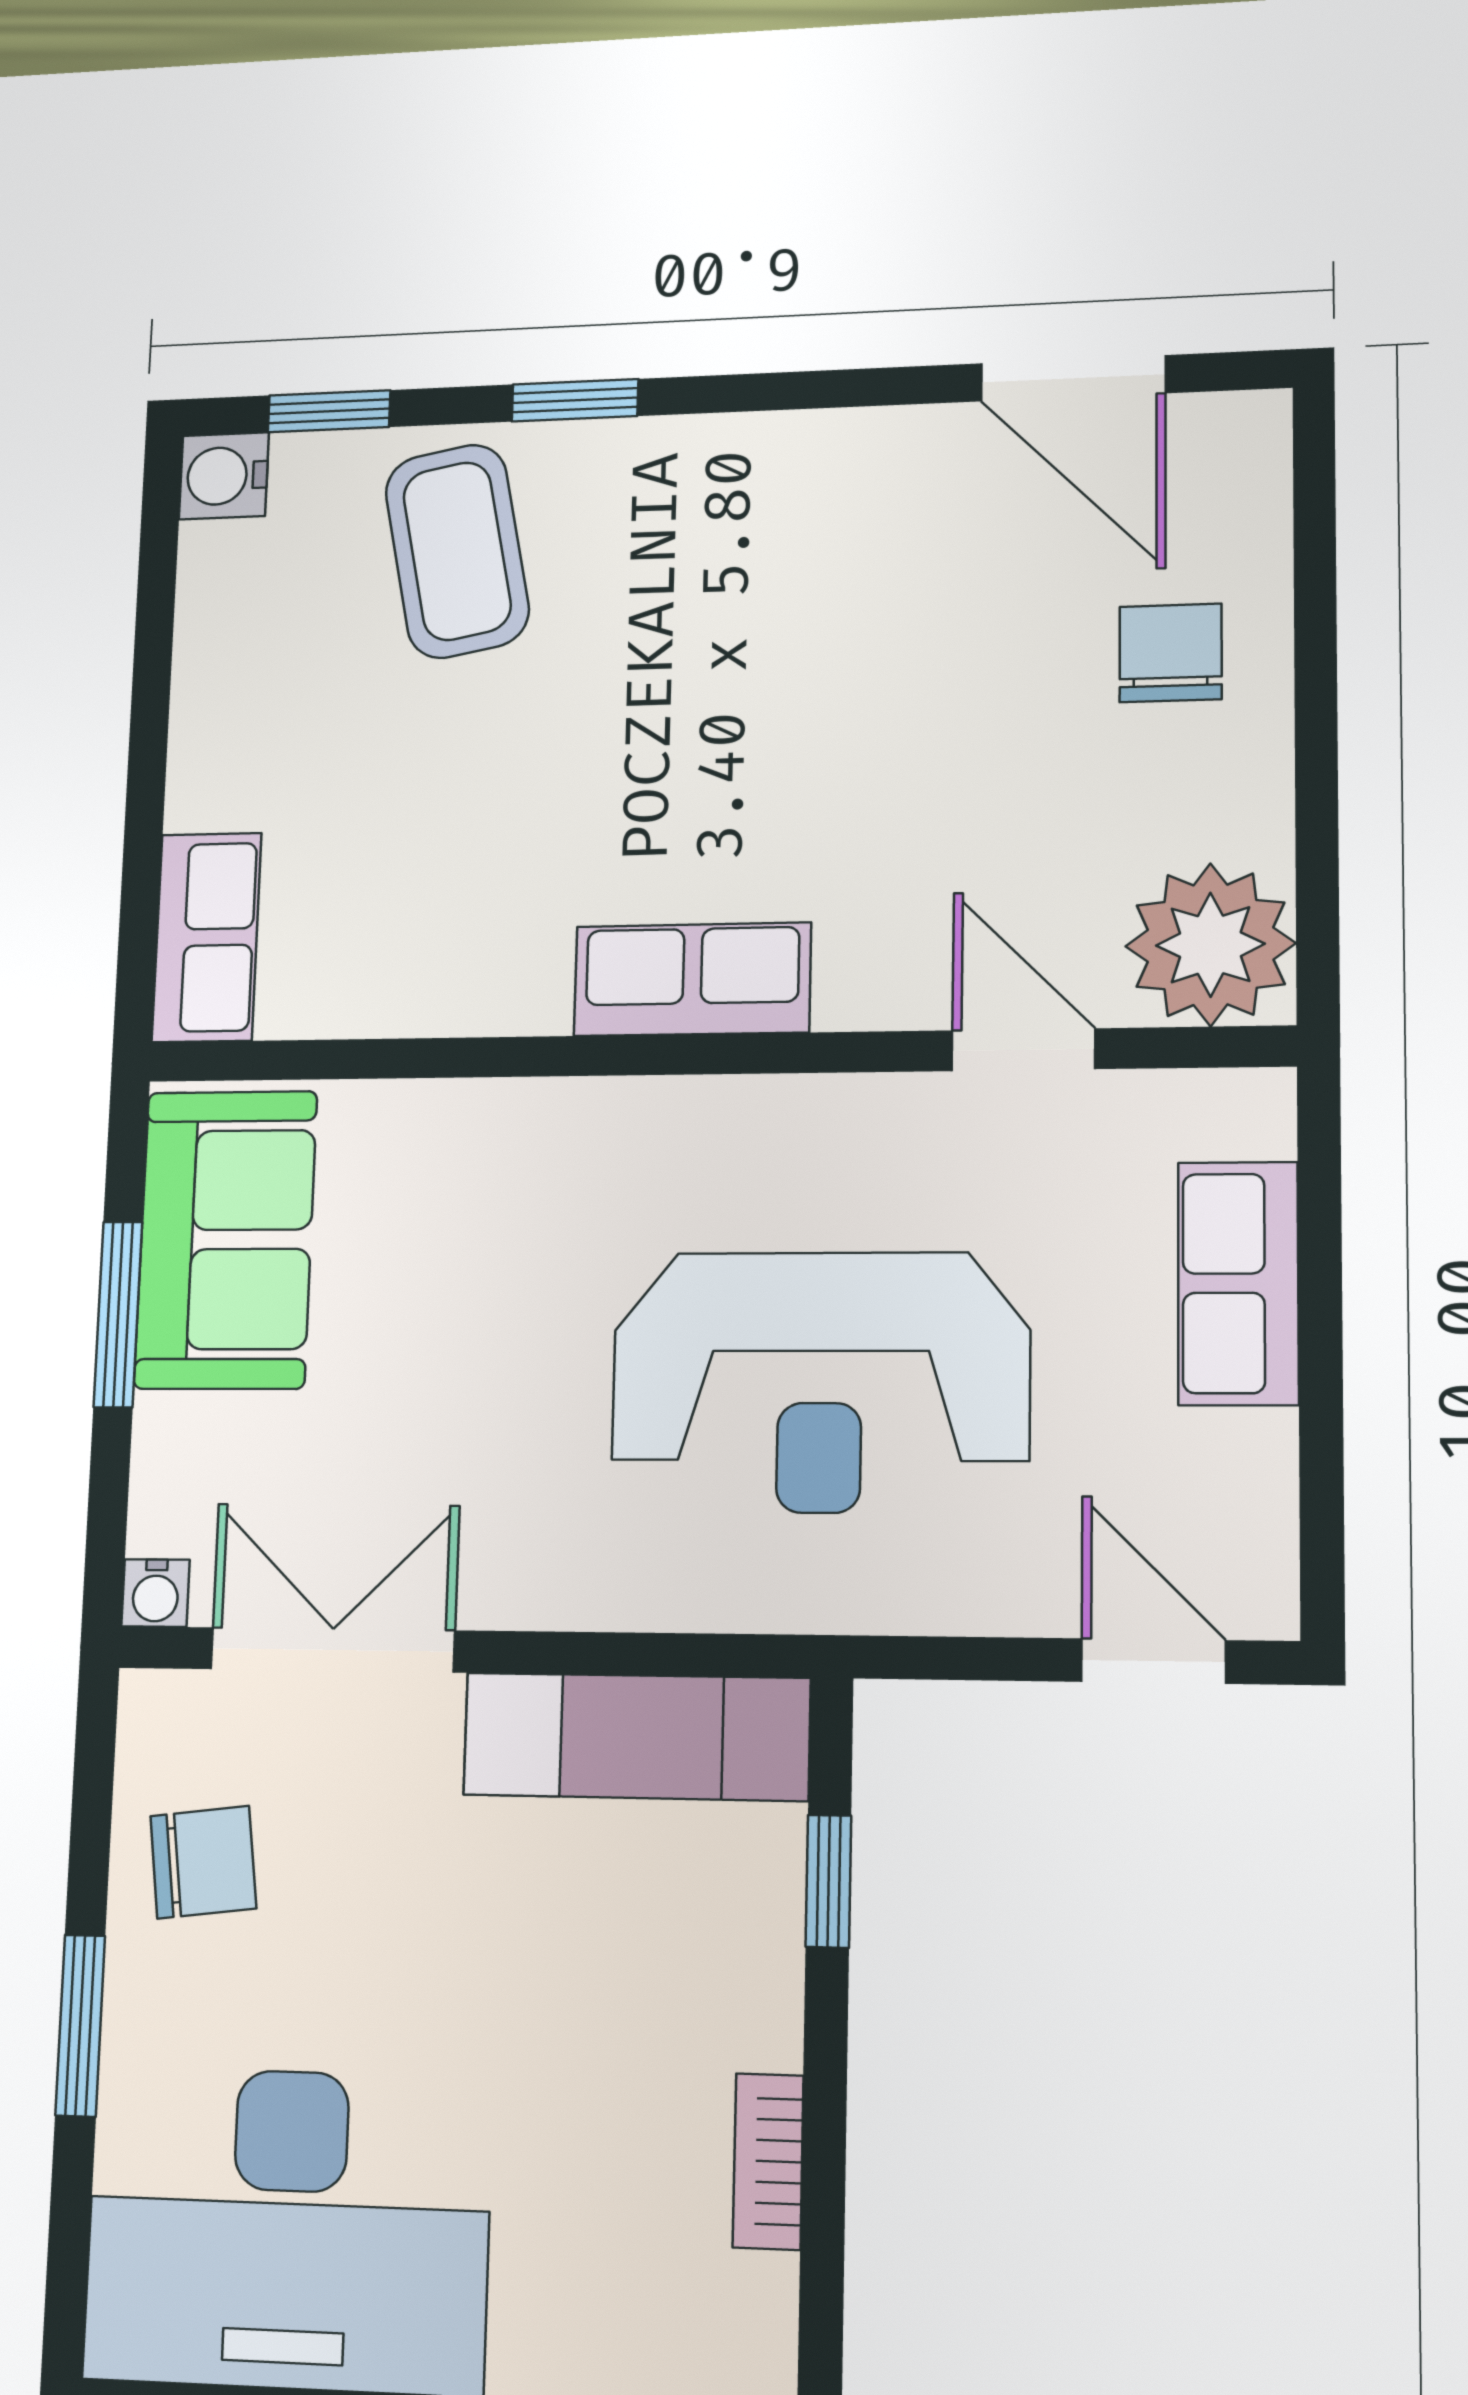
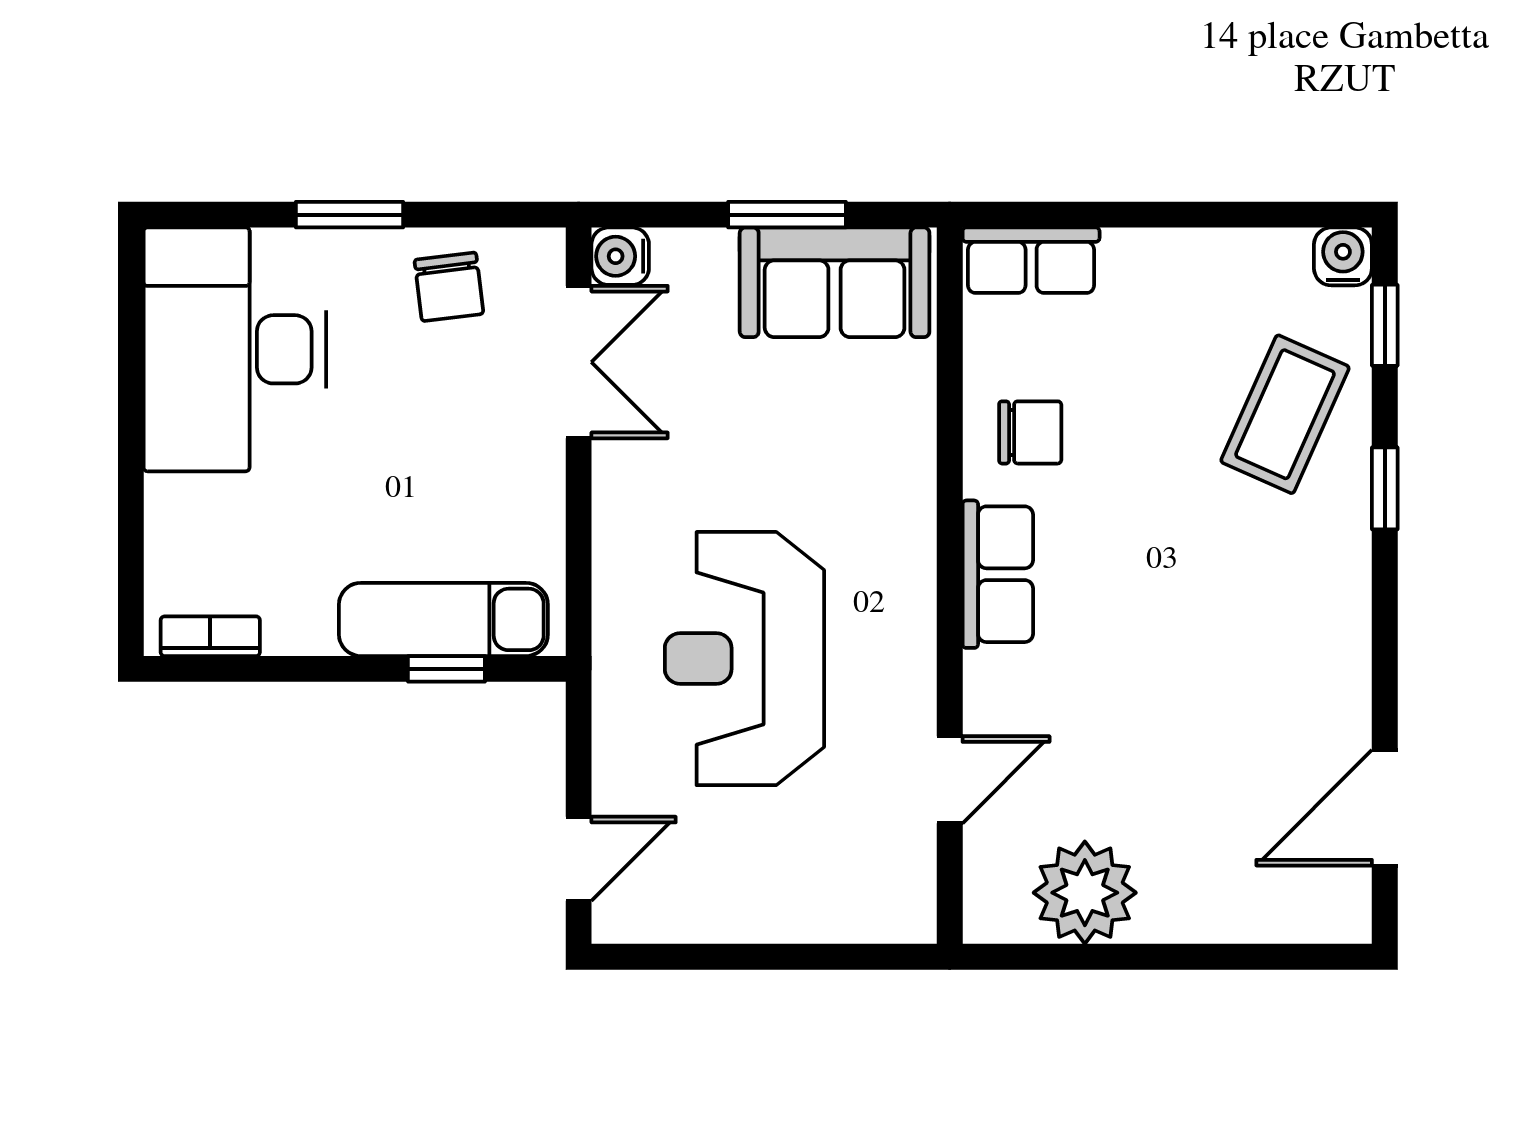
coffee table: (457, 551) -> (1285, 414), turned -55
chair: (1171, 653) -> (1030, 432), moved
plant: (1210, 945) -> (1085, 893), moved
row of seats: (1238, 1283) -> (804, 909), removed
water cooler: (156, 1593) -> (620, 256), width x1.38, depth x1.38
exam couch: (636, 1737) -> (443, 619), moved, turned 90
bookcase: (768, 2161) -> (210, 636), moved

